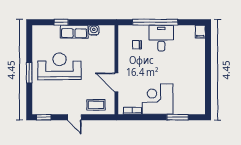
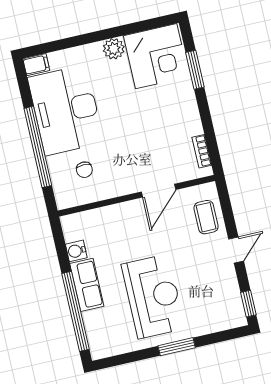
window: (61, 22) -> (76, 311), width x3.17
desk: (161, 38) -> (66, 110), width x1.87, depth x1.30
reception desk: (59, 66) -> (153, 296), turned 180
plant: (199, 76) -> (114, 49), added
corner desk: (158, 99) -> (156, 56), moved, turned -90

